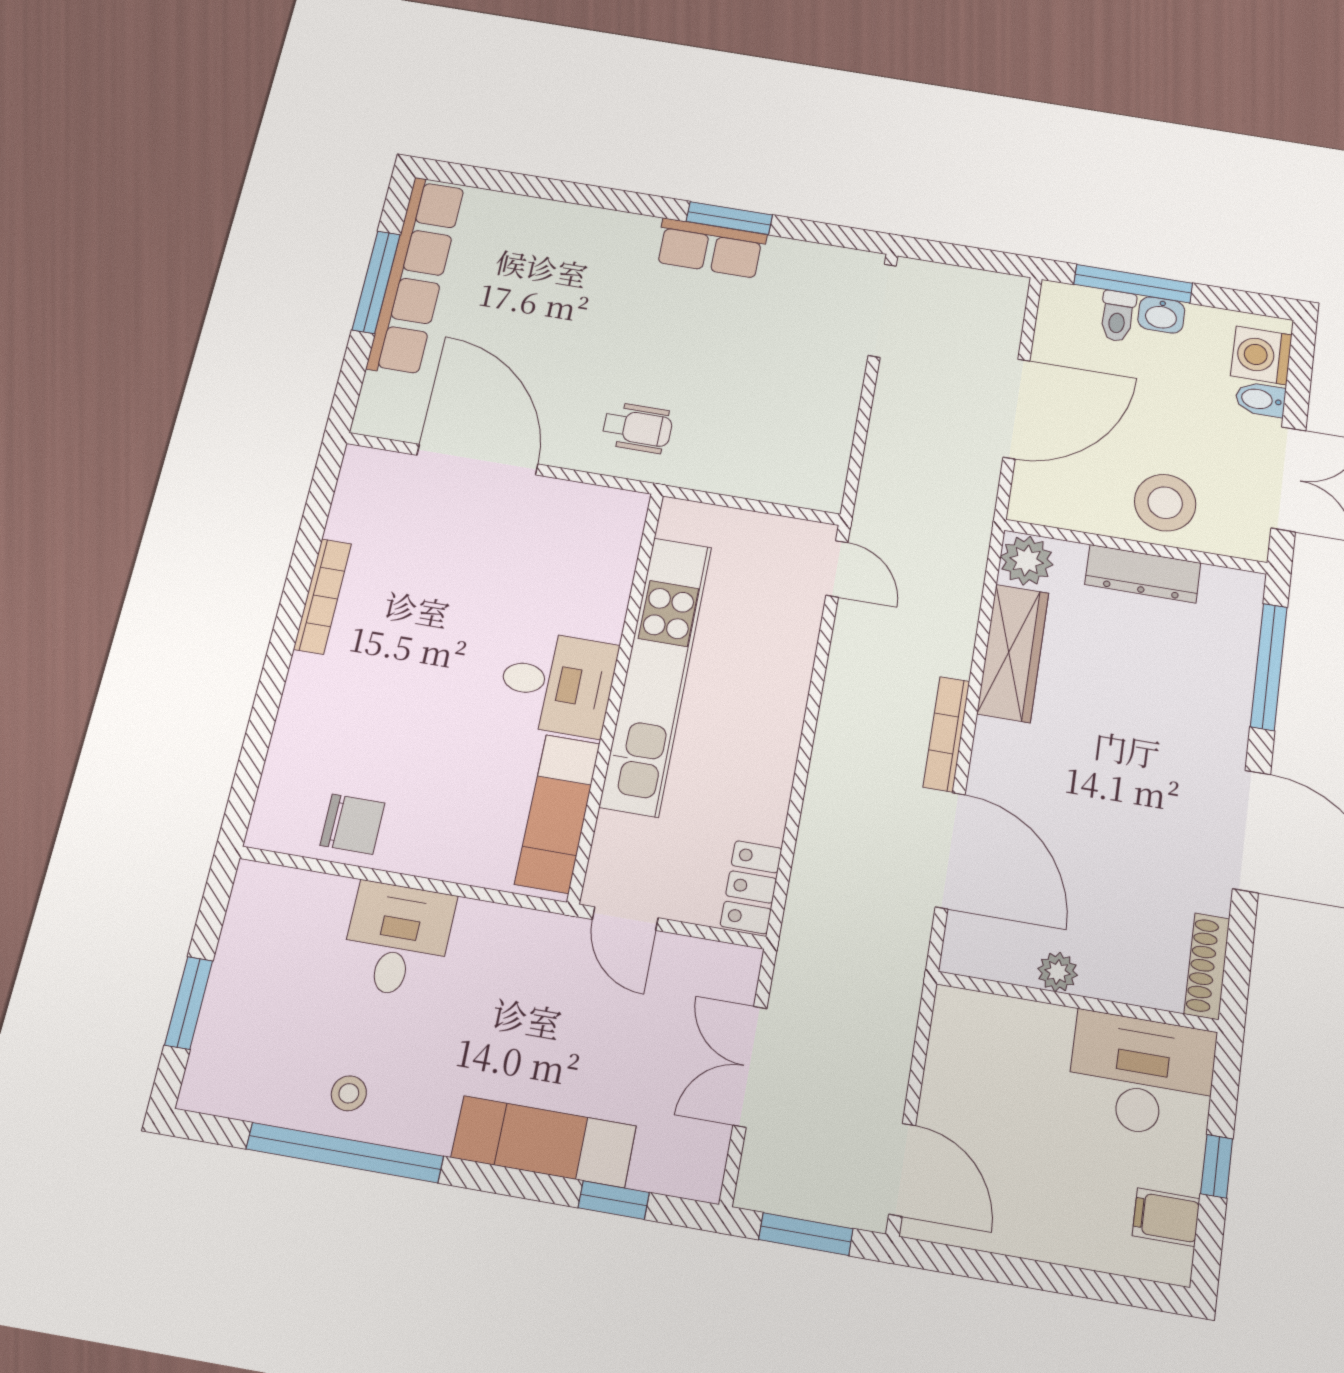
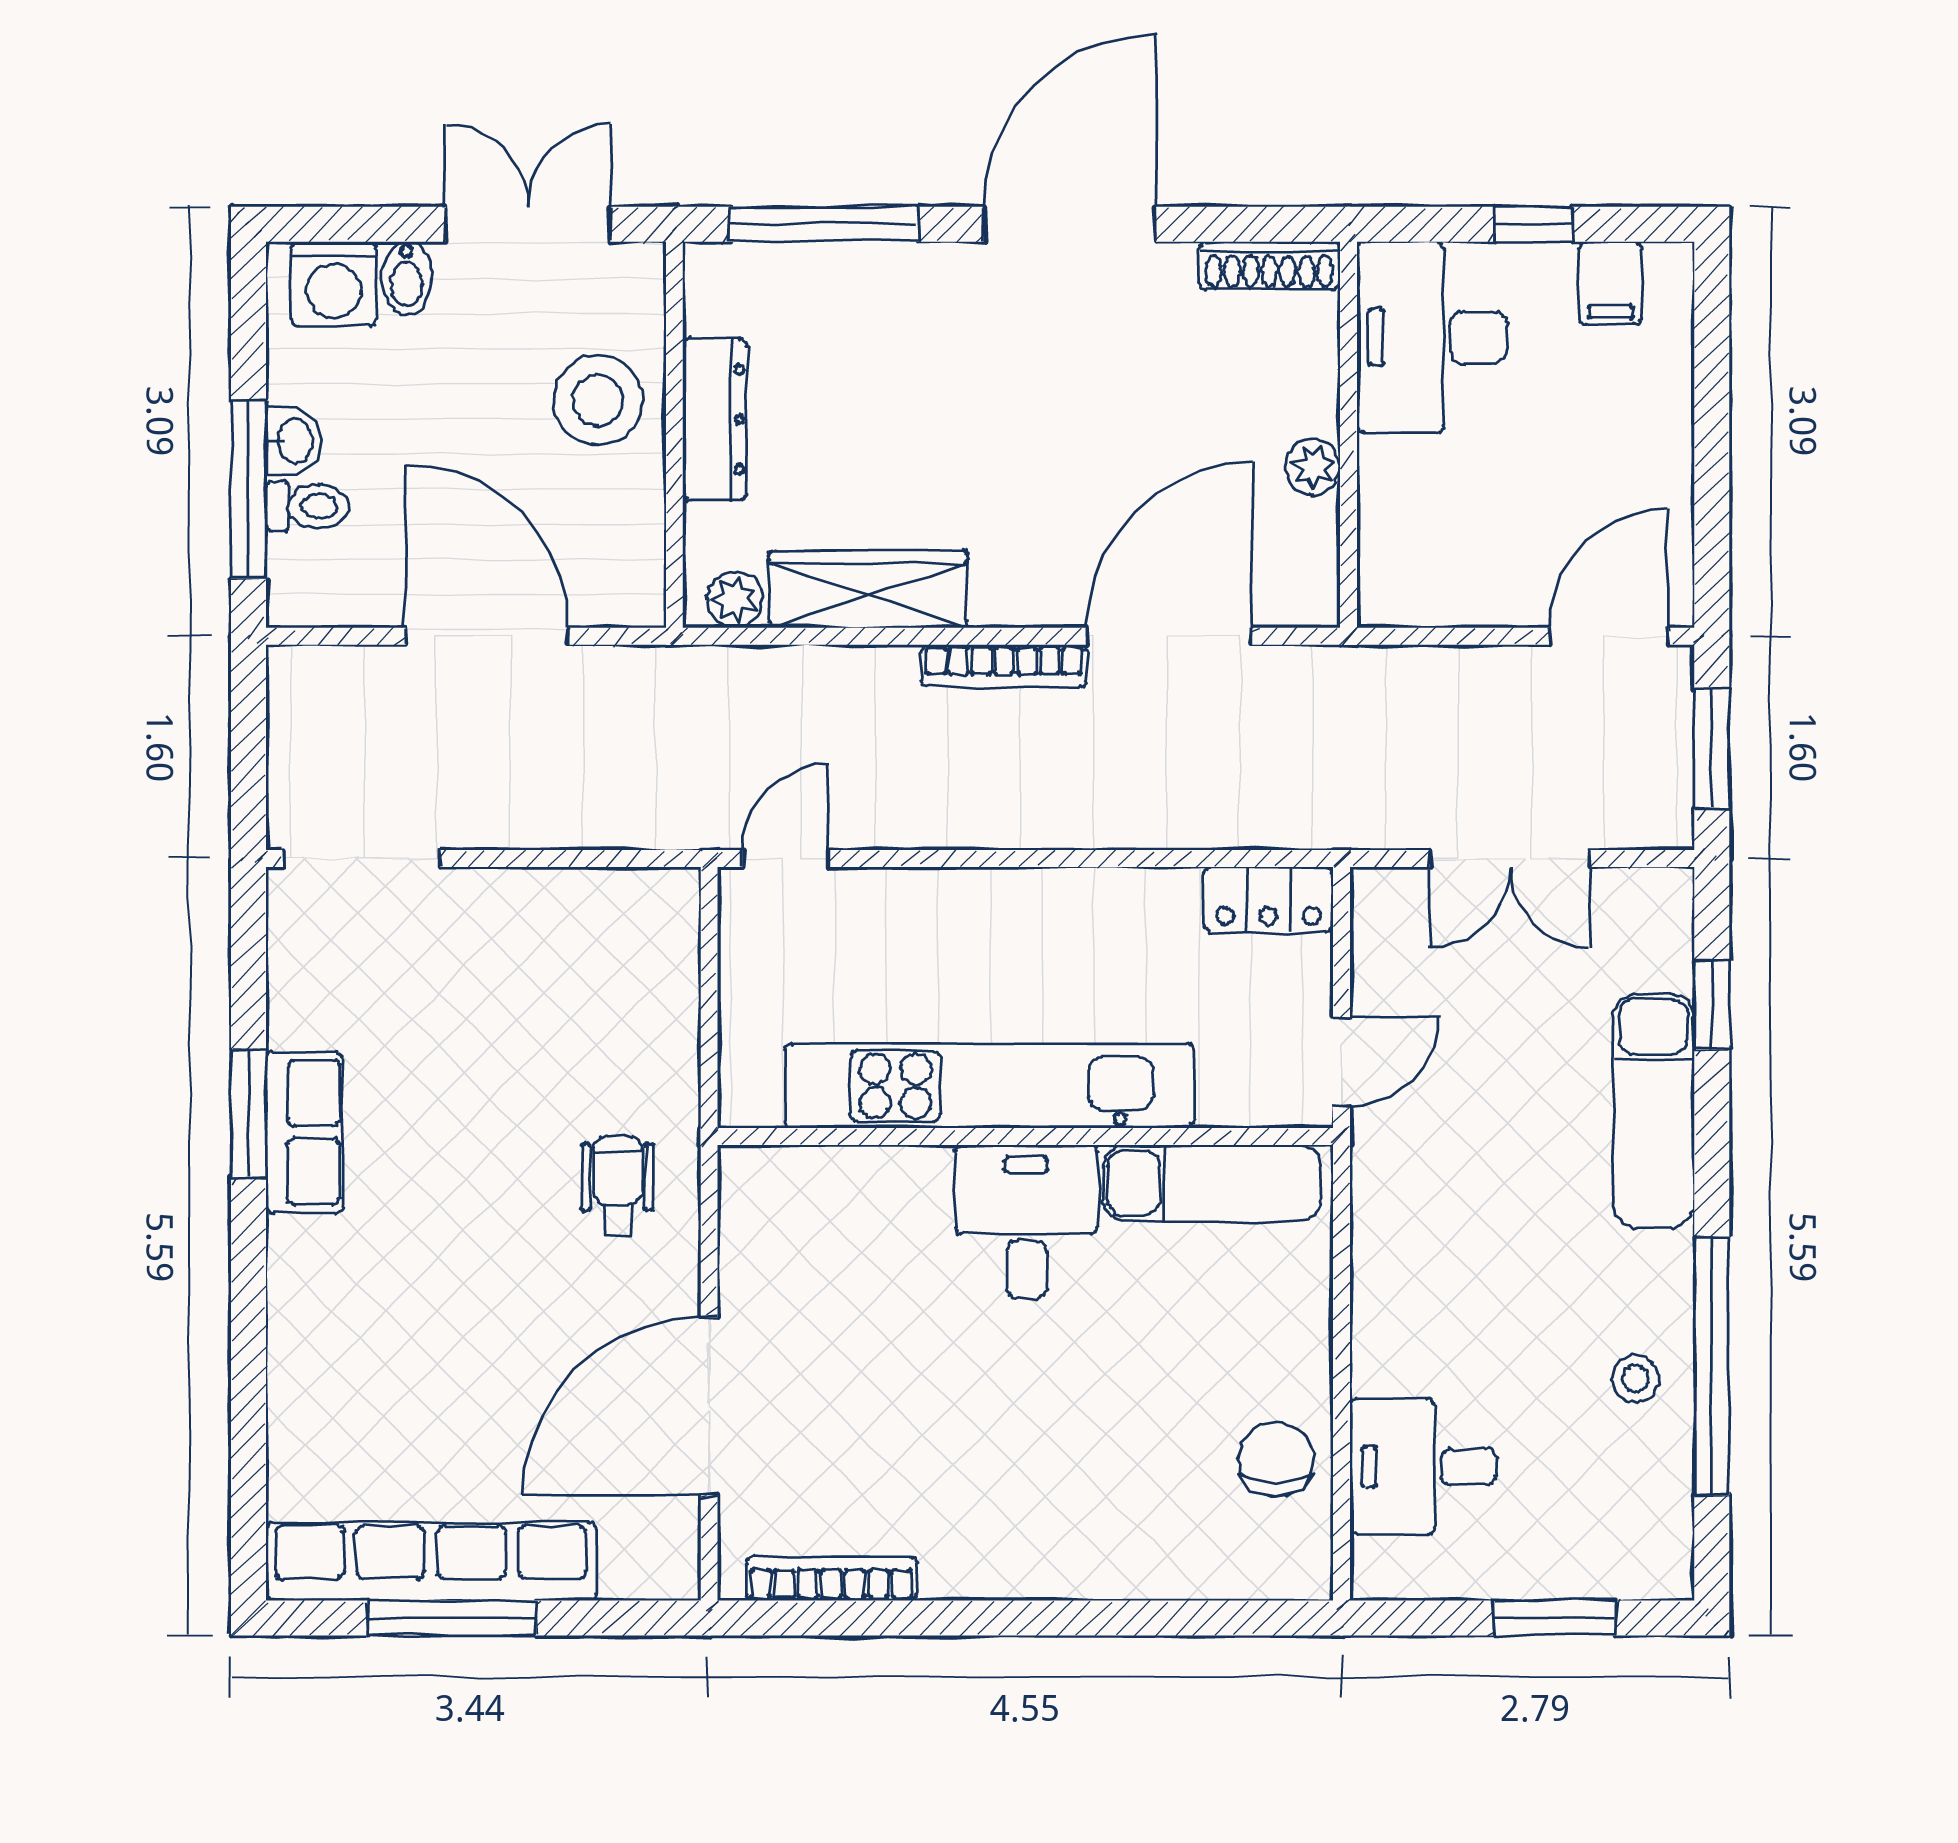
plant: (1027, 561) -> (735, 600), width x0.73, depth x0.73
bookcase: (322, 596) -> (831, 1579), moved
desk: (397, 940) -> (1423, 1467), moved

